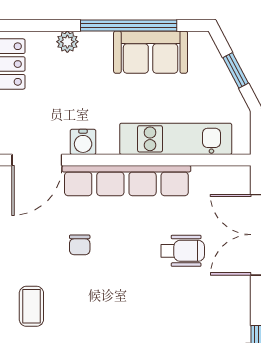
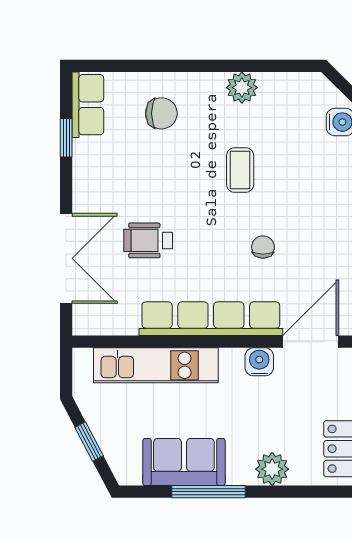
window: (129, 25) -> (208, 492), width x0.68
plant: (67, 42) -> (272, 469), width x1.38, depth x1.38
coffee table: (31, 306) -> (240, 170), moved

